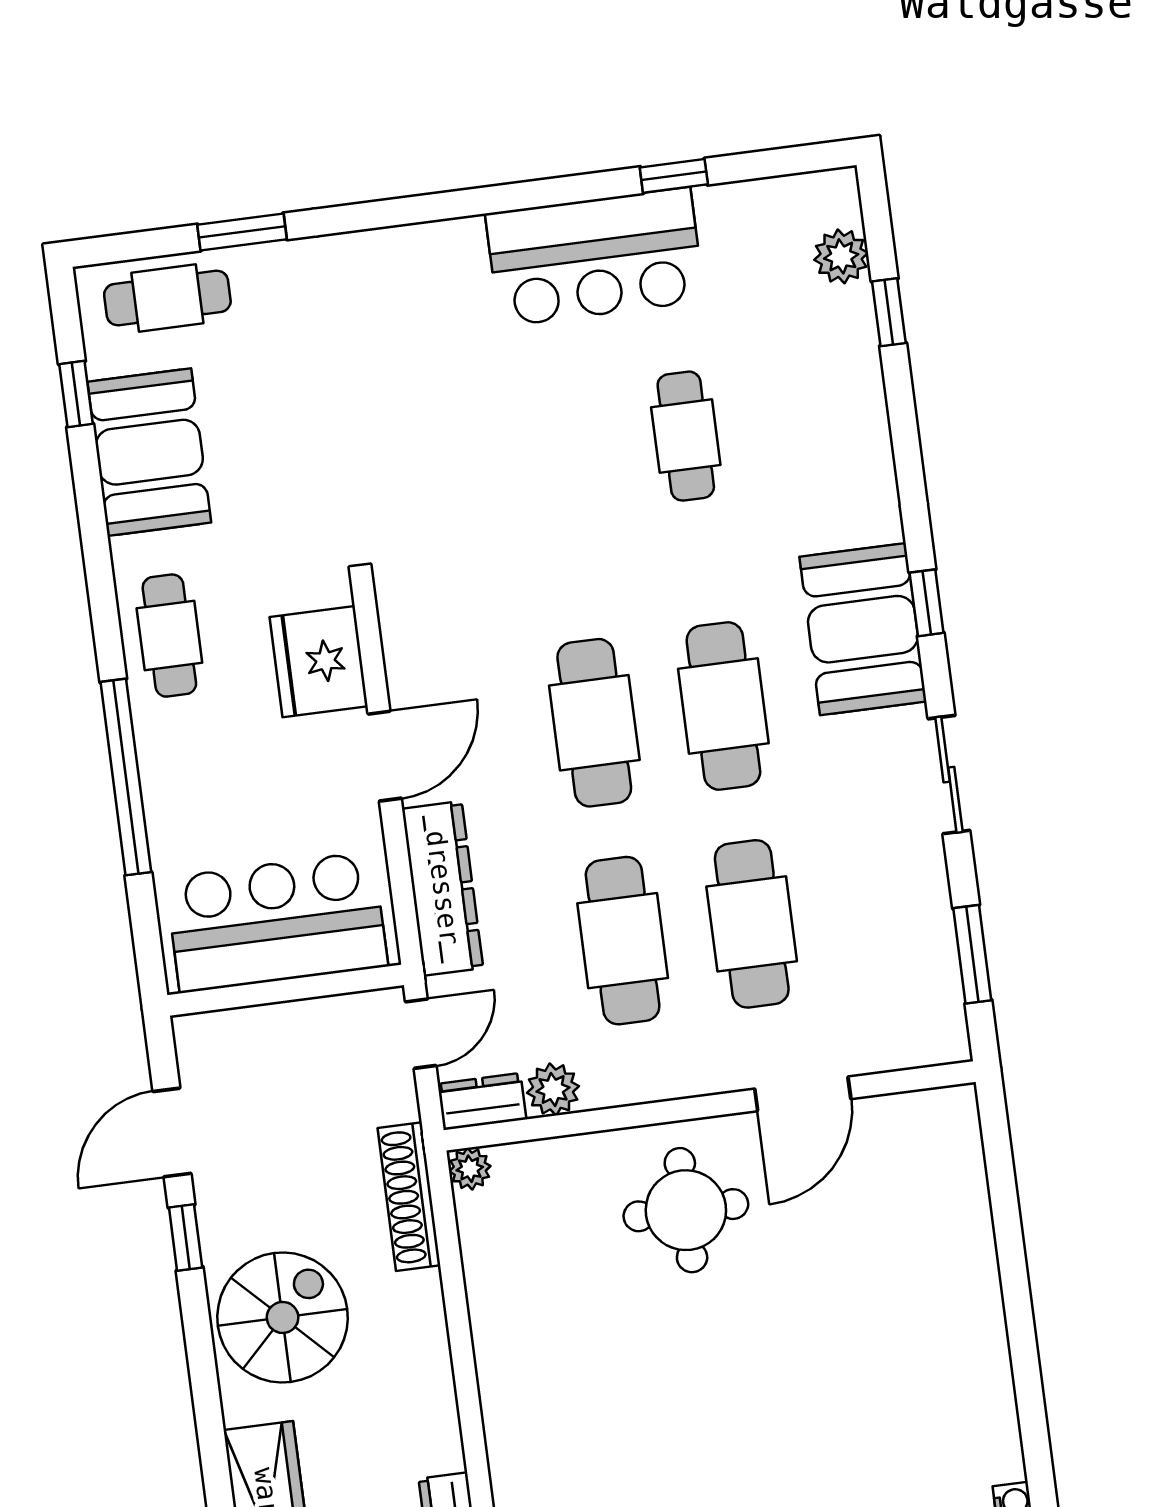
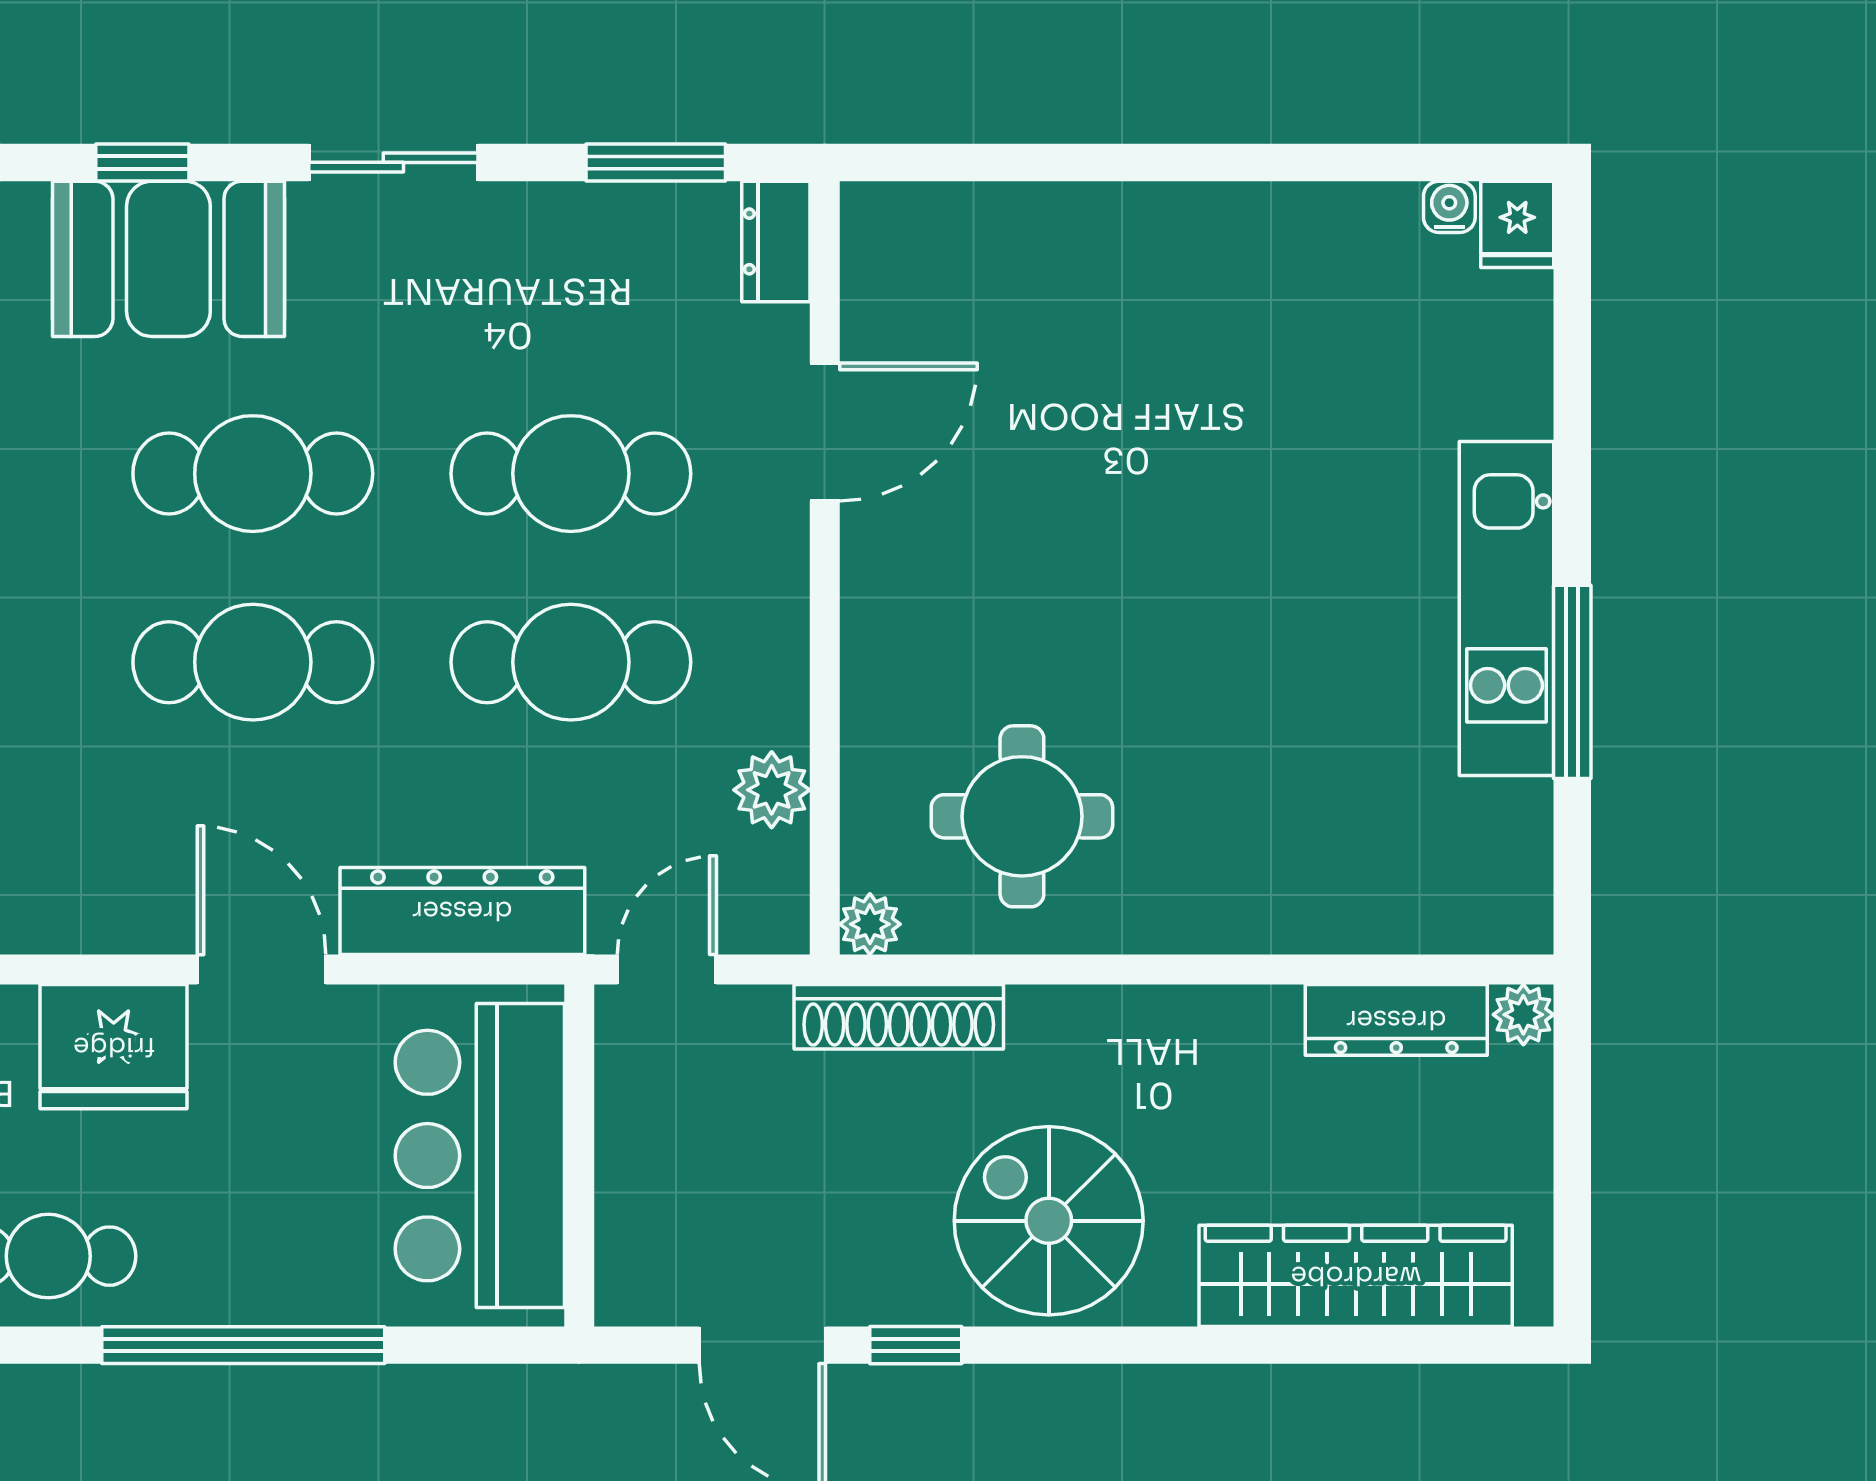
door: (421, 1034) -> (667, 969), hinge flipped
door: (803, 1094) -> (825, 432), hinge flipped
dresser: (482, 1102) -> (776, 241), moved
round table: (686, 1210) -> (1022, 816), moved

